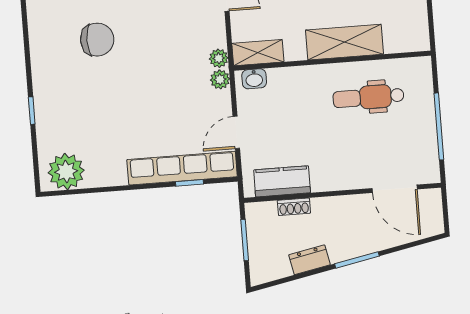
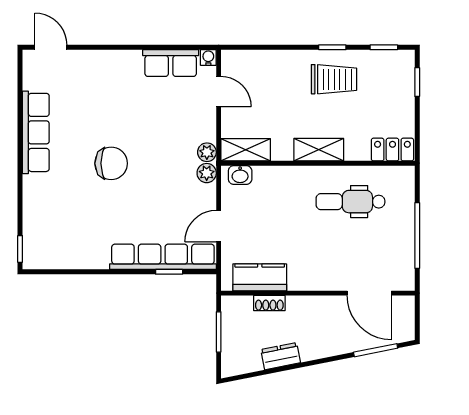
chair: (97, 40) -> (111, 163), moved
locker: (407, 41) -> (392, 150), added
shelving: (344, 42) -> (319, 150), width x0.67, depth x0.75
row of seats: (43, 52) -> (36, 132), added
window: (32, 111) -> (20, 249), moved
plant: (66, 172) -> (49, 252), removed
window: (357, 260) -> (376, 350), moved

